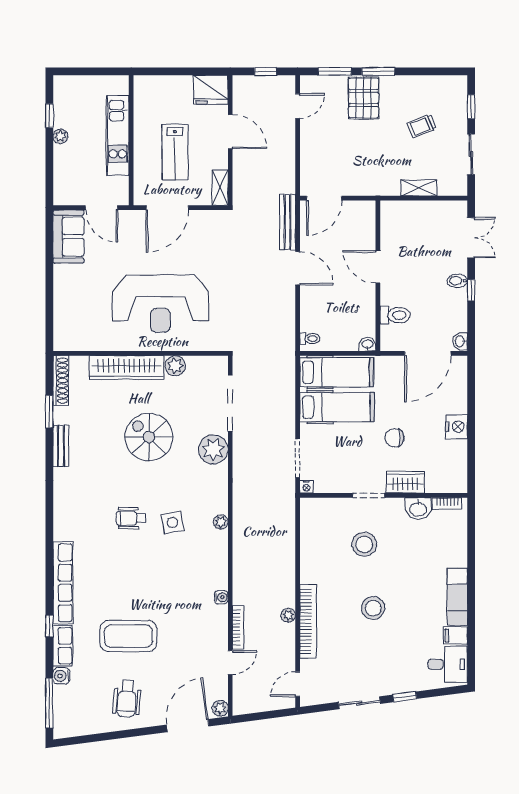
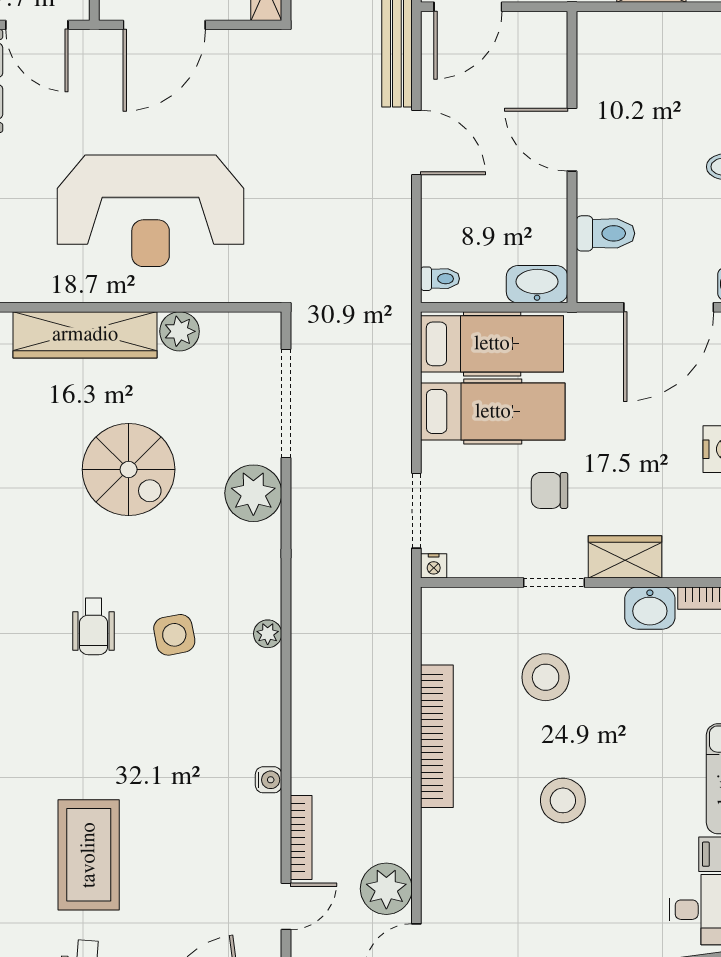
washbasin: (367, 344) -> (537, 284), width x1.91, depth x1.45
spiral stairs: (149, 437) -> (129, 469), turned 180
chair: (394, 438) -> (550, 490), moved
wheelchair: (131, 518) -> (94, 626), turned -90
plant: (288, 615) -> (386, 889), moved, width x1.87, depth x1.87
bookcase: (308, 621) -> (437, 736), moved
coffee table: (128, 636) -> (89, 855), turned 90

